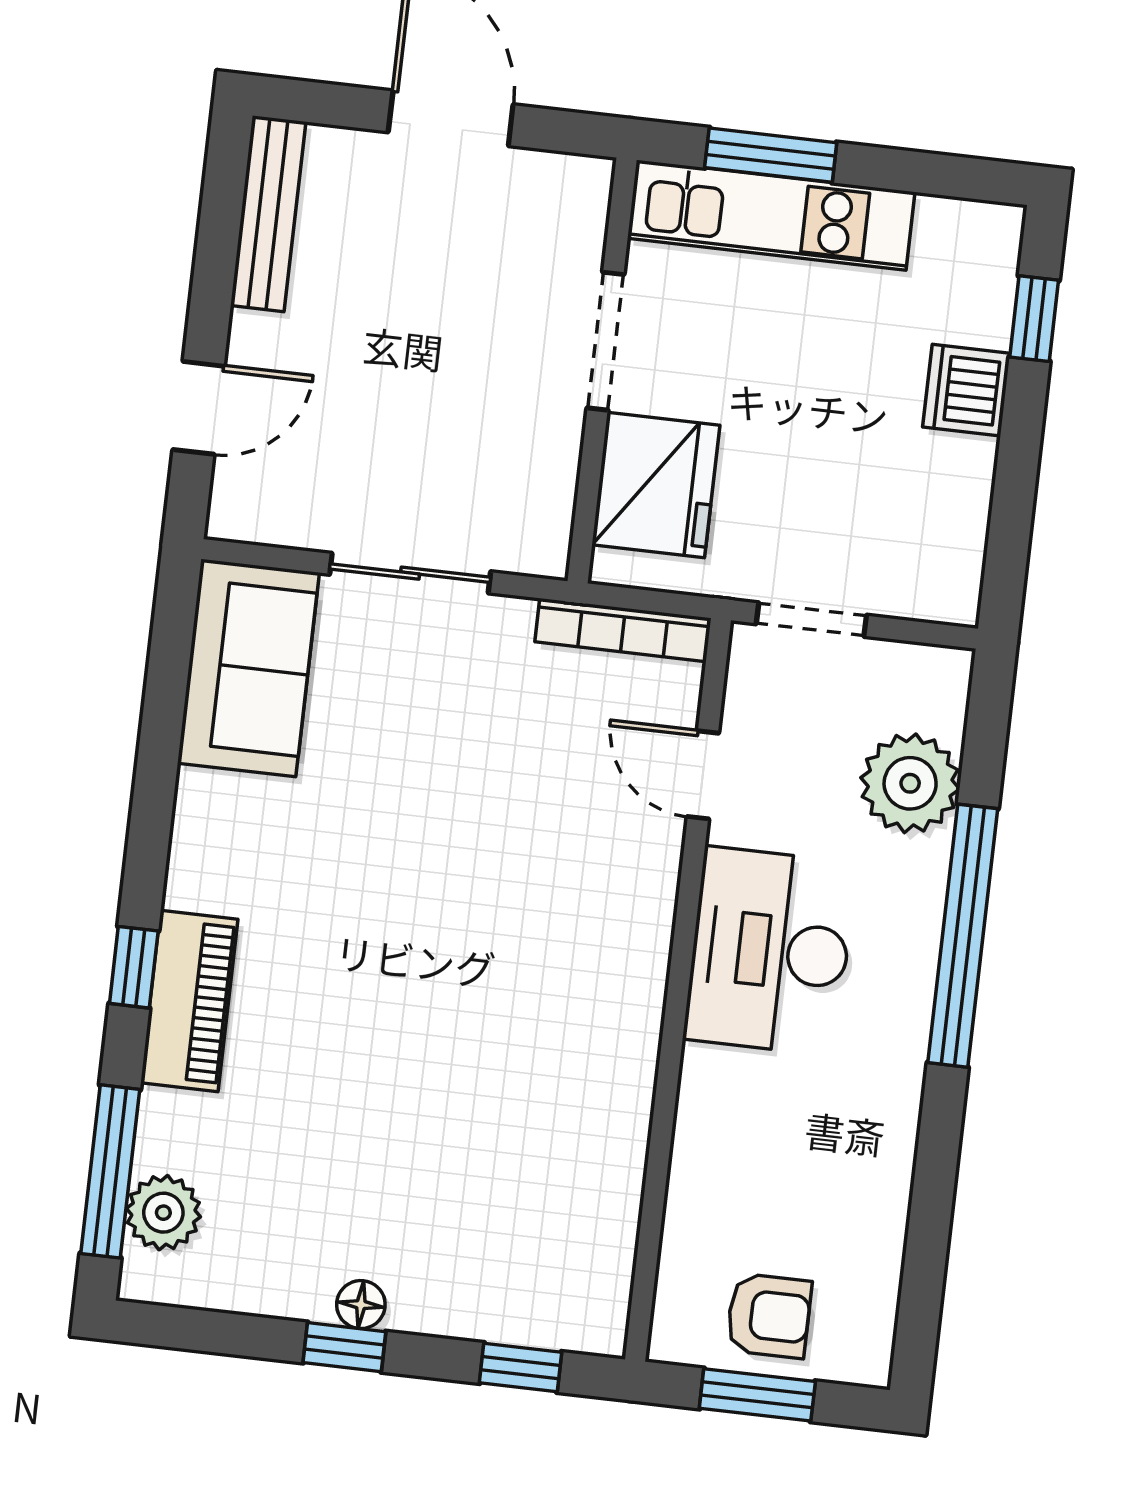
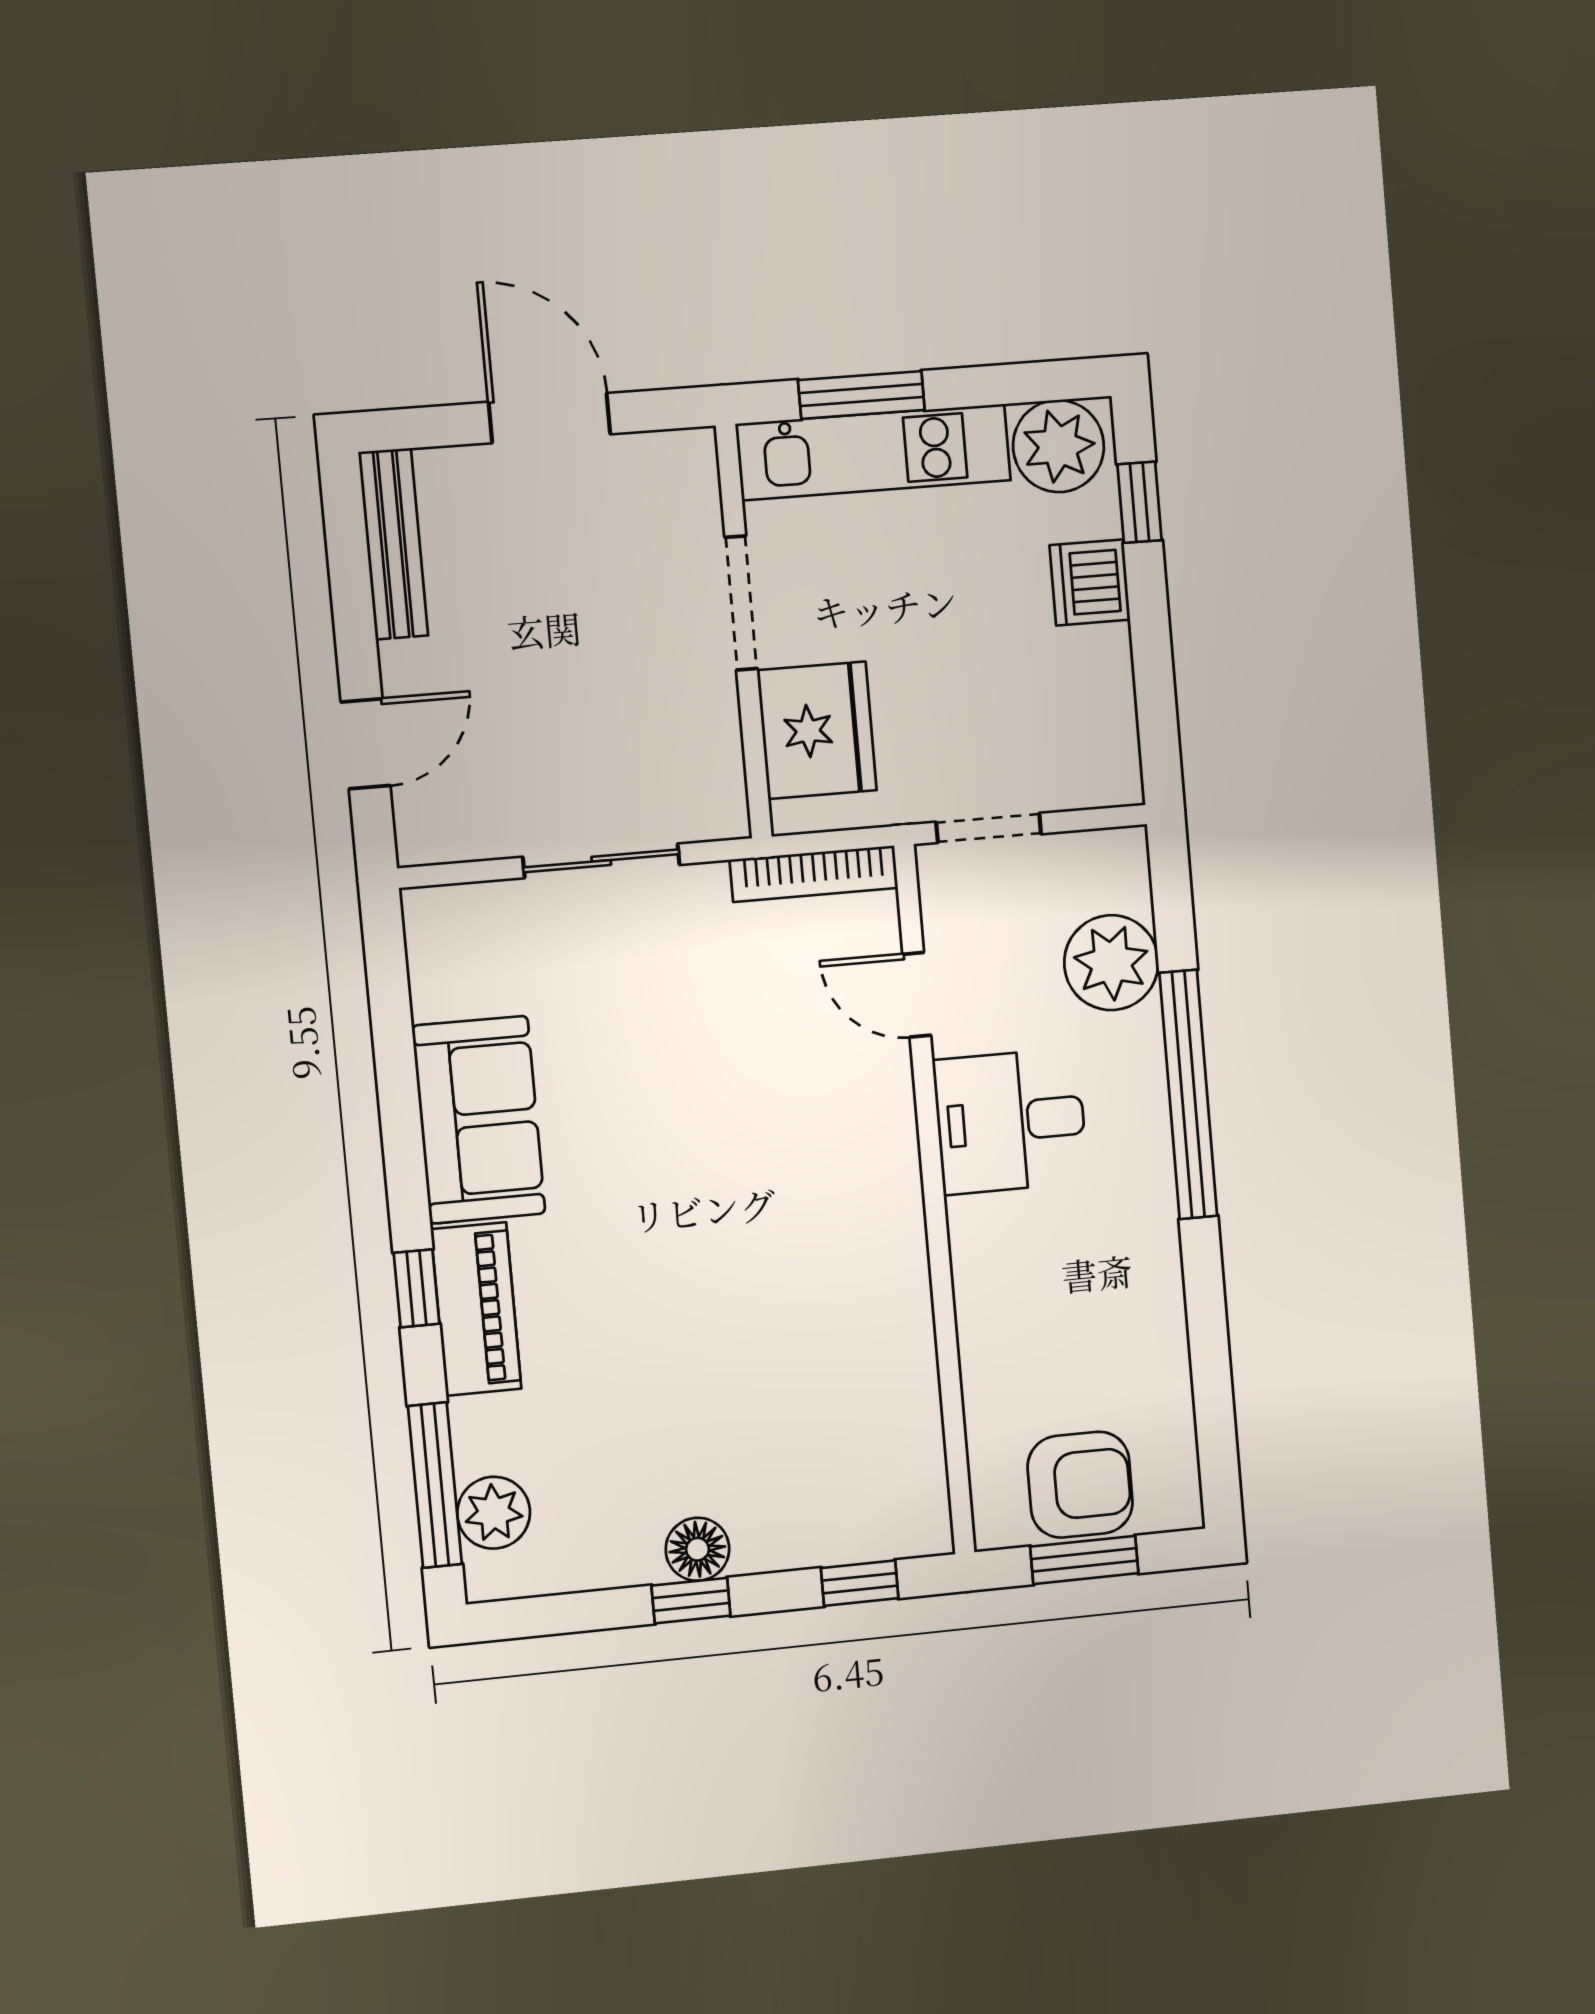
plant: (962, 245) -> (1059, 446), added
sofa: (248, 668) -> (479, 1120), moved
desk: (770, 951) -> (1010, 1121), width x0.73
floor lamp: (361, 1305) -> (697, 1549), width x1.37, depth x1.37
armchair: (769, 1316) -> (1080, 1485), width x1.38, depth x1.38

